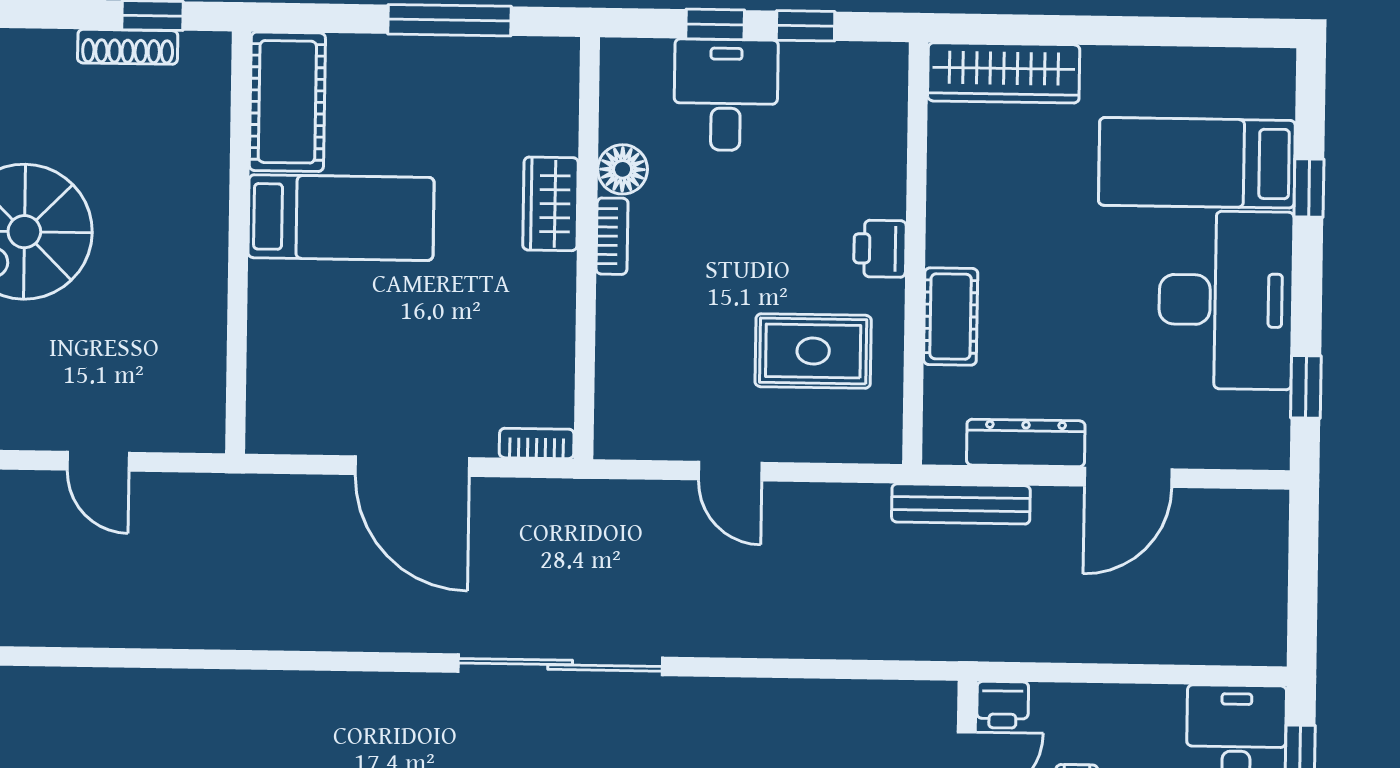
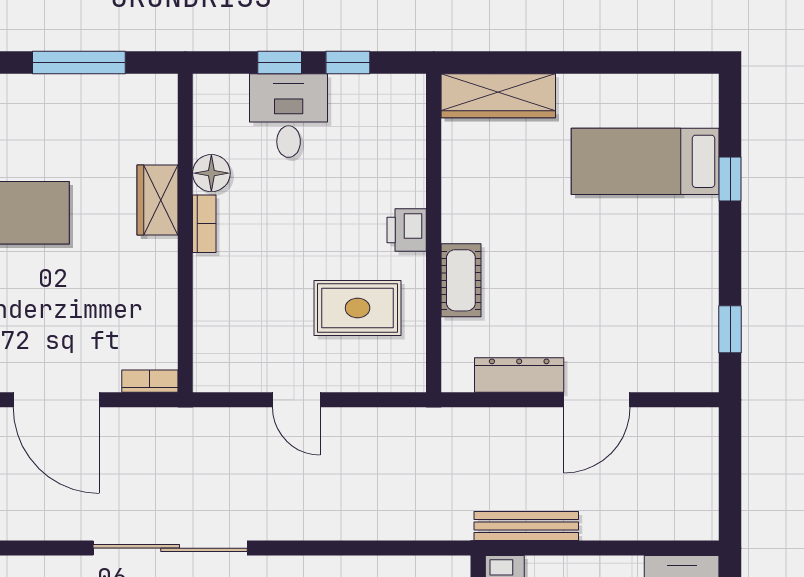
desk: (1226, 300) -> (669, 265), removed
bench: (961, 504) -> (526, 526), moved

